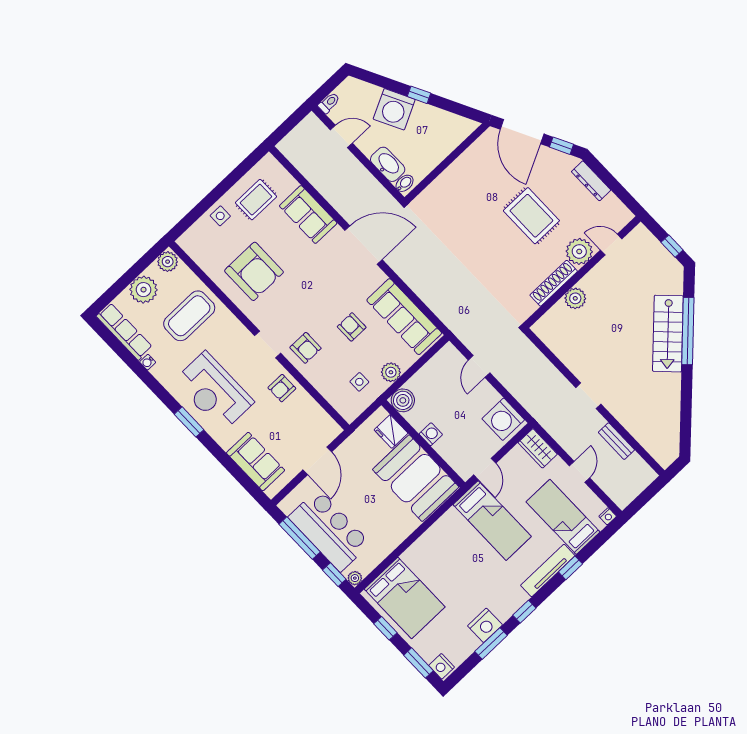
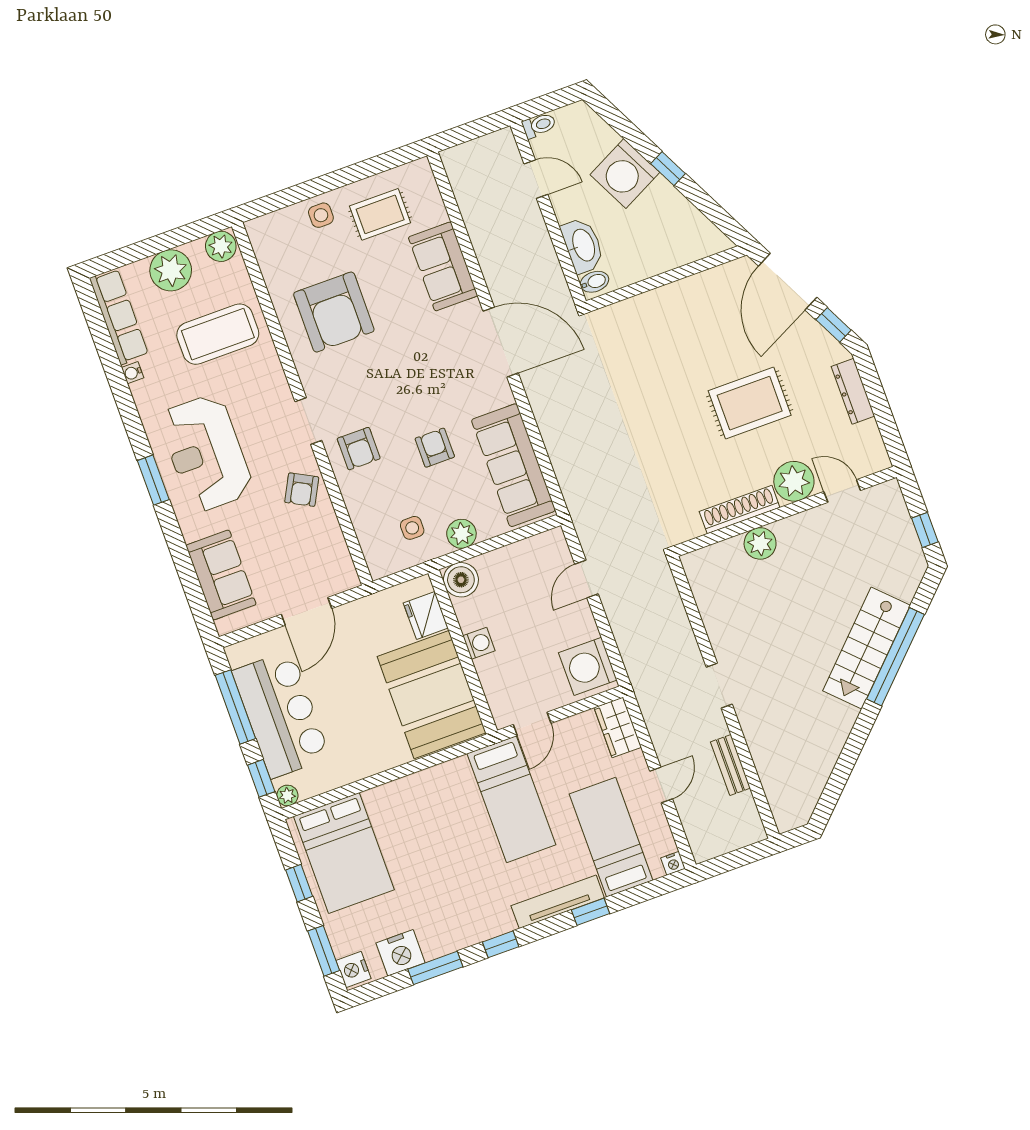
rug: (531, 216) -> (750, 403), turned 90
armchair: (282, 388) -> (302, 490), turned -62
nightstand: (485, 625) -> (401, 953), moved

